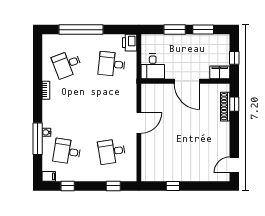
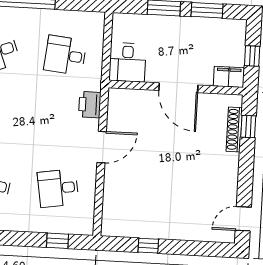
printer: (130, 43) -> (90, 105), moved

